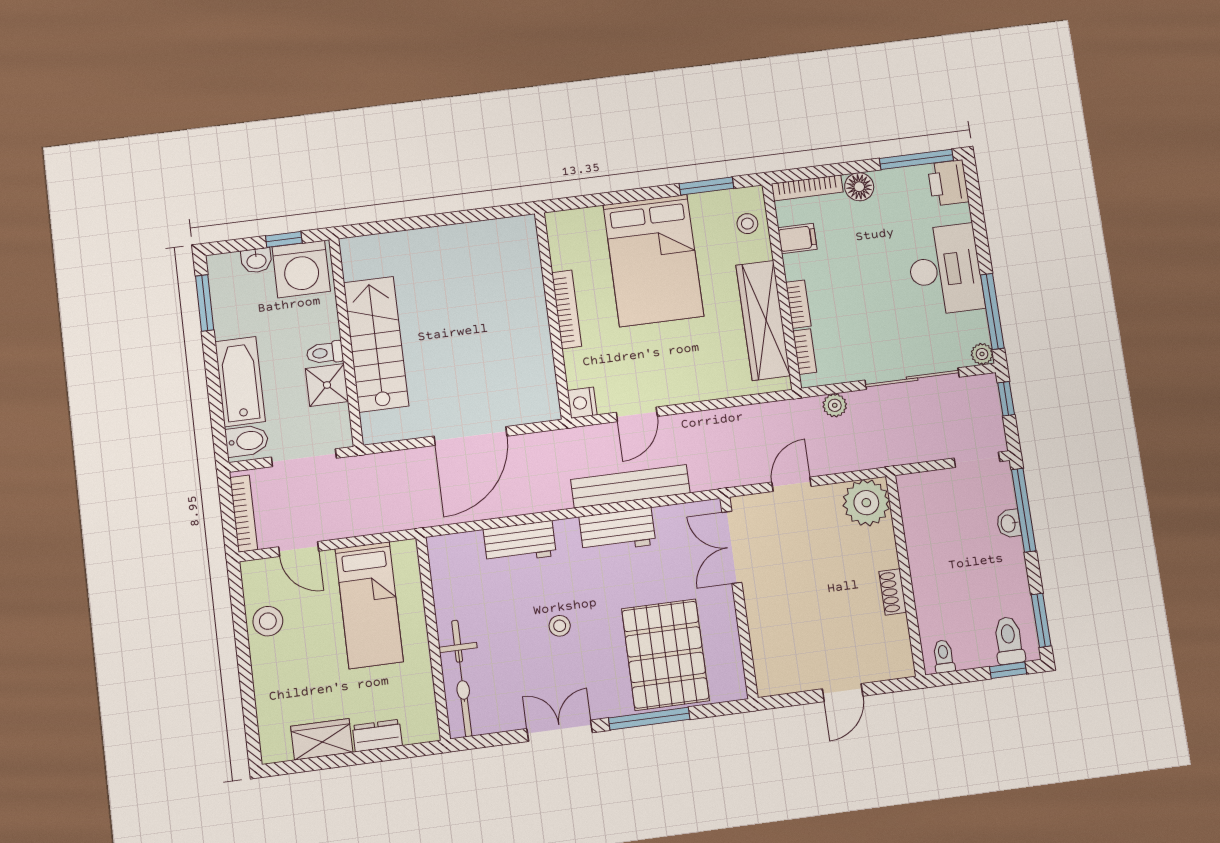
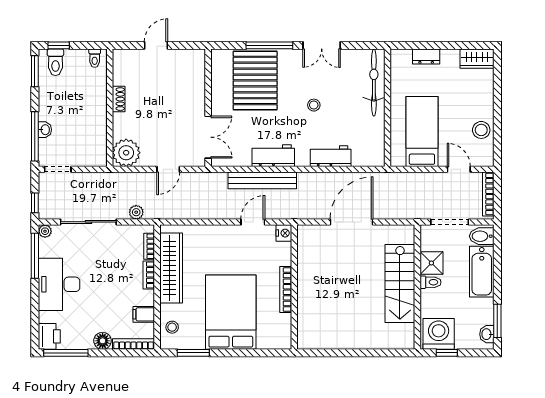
washbasin: (256, 261) -> (487, 334), moved, turned -90
wardrobe: (322, 739) -> (477, 59), moved

